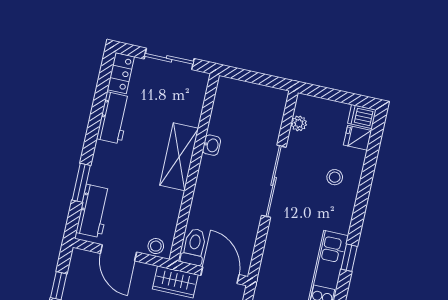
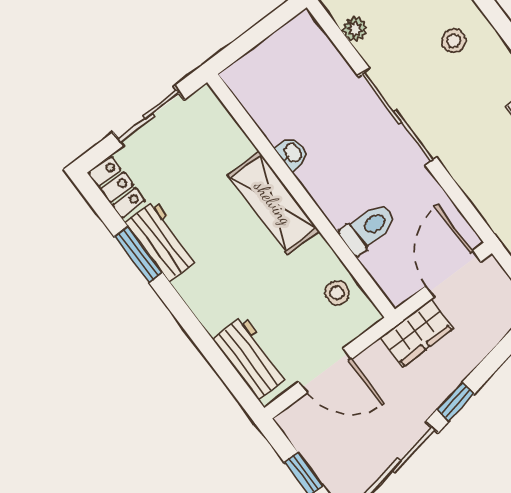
window: (81, 183) -> (138, 255), moved
stool: (156, 246) -> (337, 293), moved
toilet: (194, 247) -> (368, 228), moved, turned 90
door: (220, 275) -> (453, 274), hinge flipped

